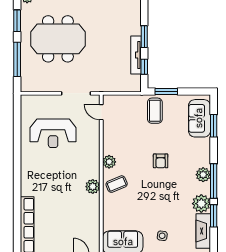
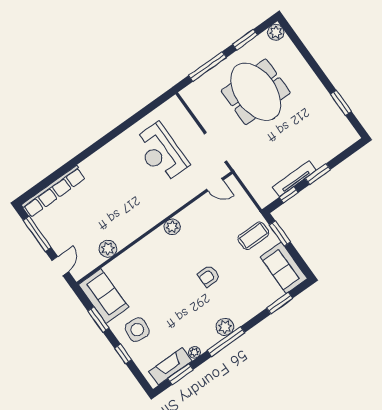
door: (101, 112) -> (215, 185), swing flipped
sofa: (199, 118) -> (284, 268), moved, turned -90
coffee table: (117, 184) -> (156, 250), removed
plant: (93, 187) -> (108, 249), moved
plant: (201, 204) -> (194, 352), width x0.53, depth x0.53
window: (214, 216) -> (180, 374), moved
side table: (162, 236) -> (137, 330), width x1.87, depth x1.87

